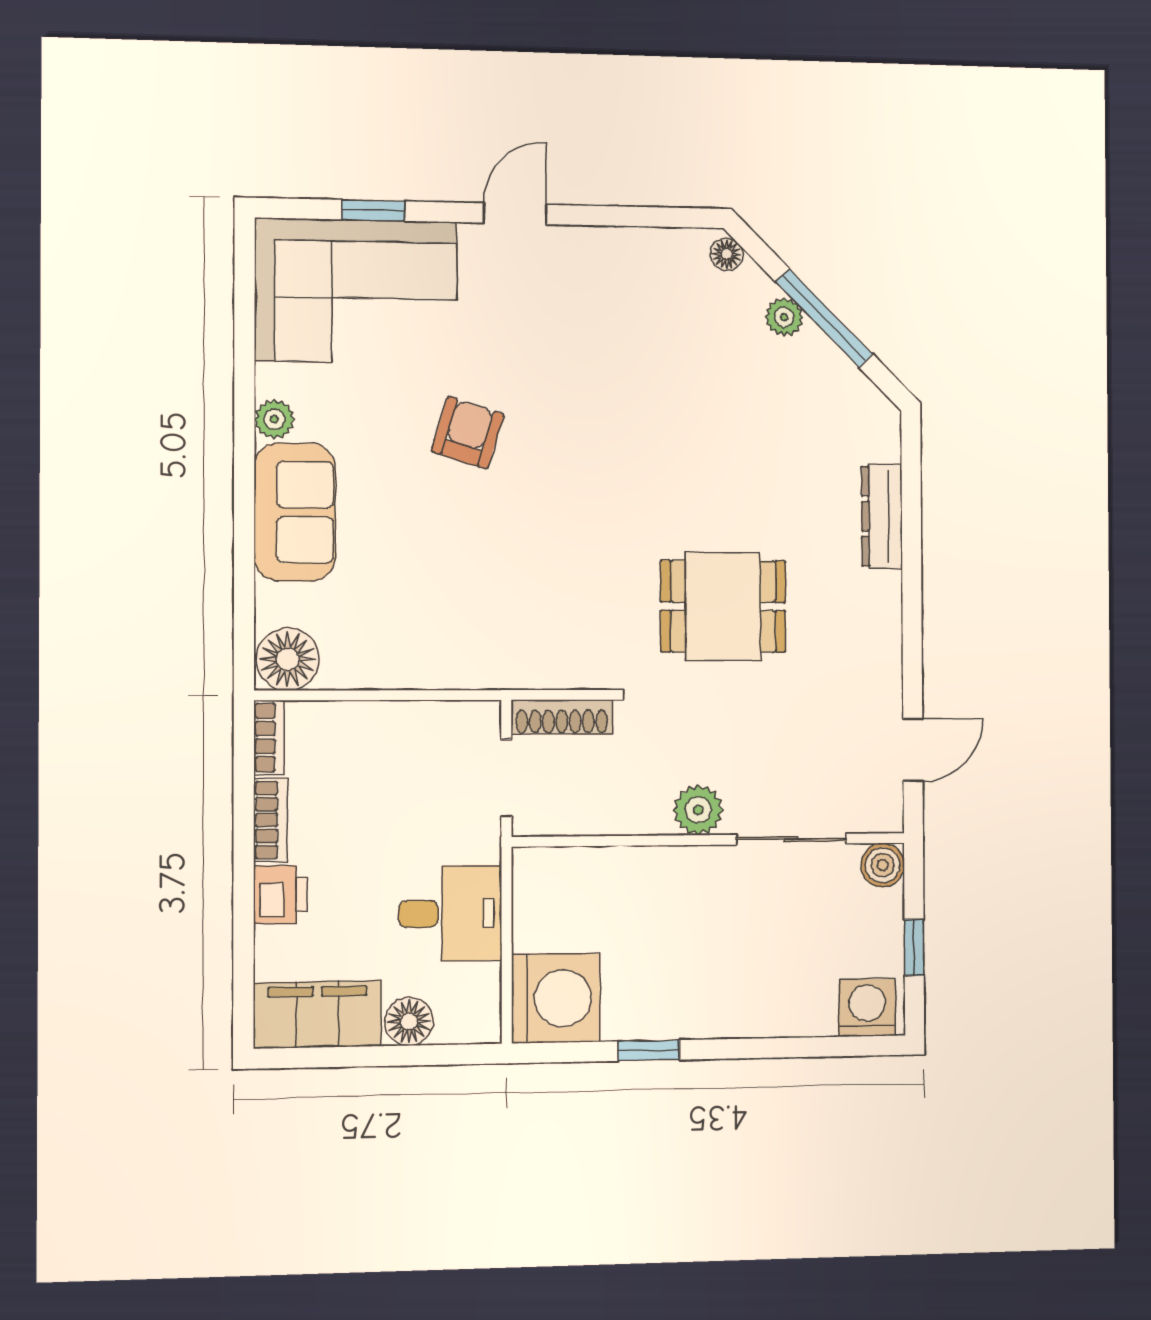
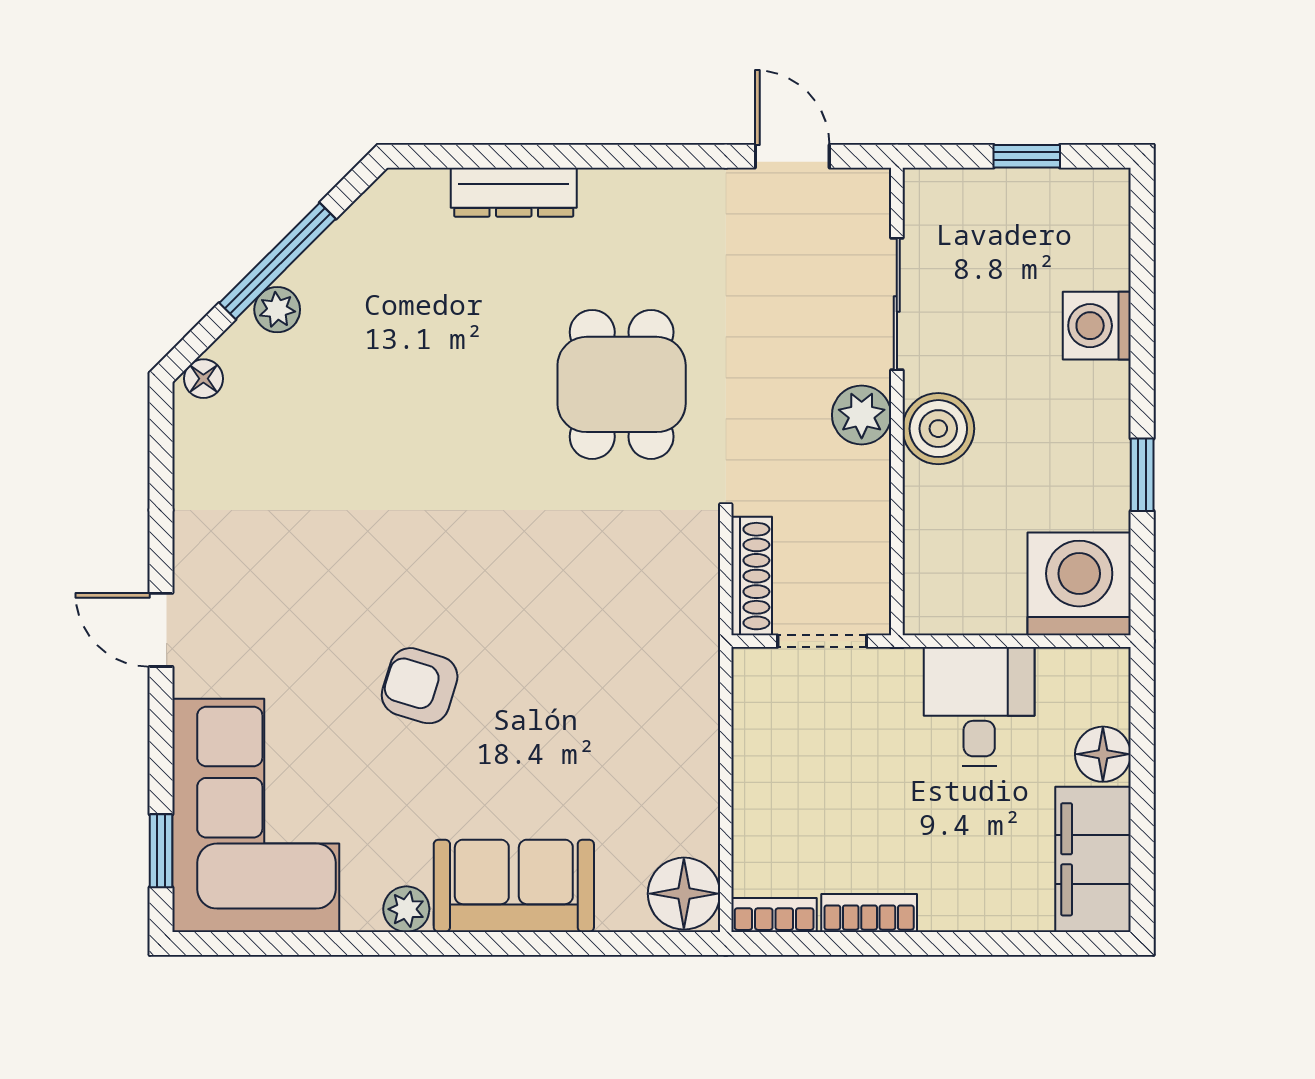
window: (373, 210) -> (161, 851), moved
boiler: (883, 865) -> (938, 429), moved, width x1.36, depth x1.36
printer: (280, 895) -> (955, 902), removed
washing machine: (867, 1008) -> (1097, 326), moved

